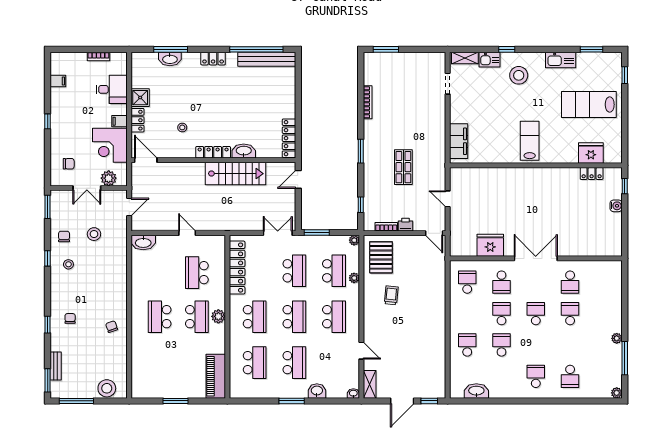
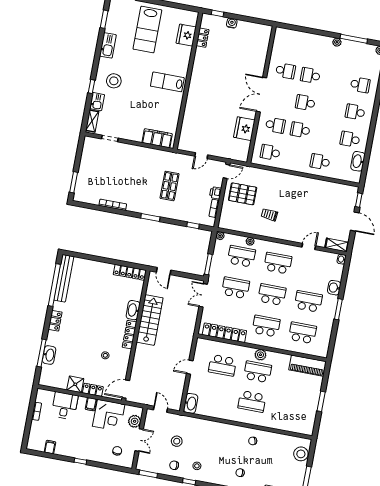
shop shelf: (403, 167) -> (170, 186), turned 90
pallet: (381, 257) -> (243, 194), moved
school desk: (502, 345) -> (350, 139), moved

